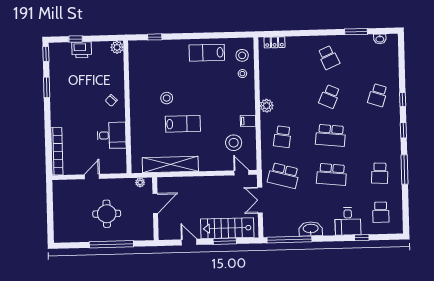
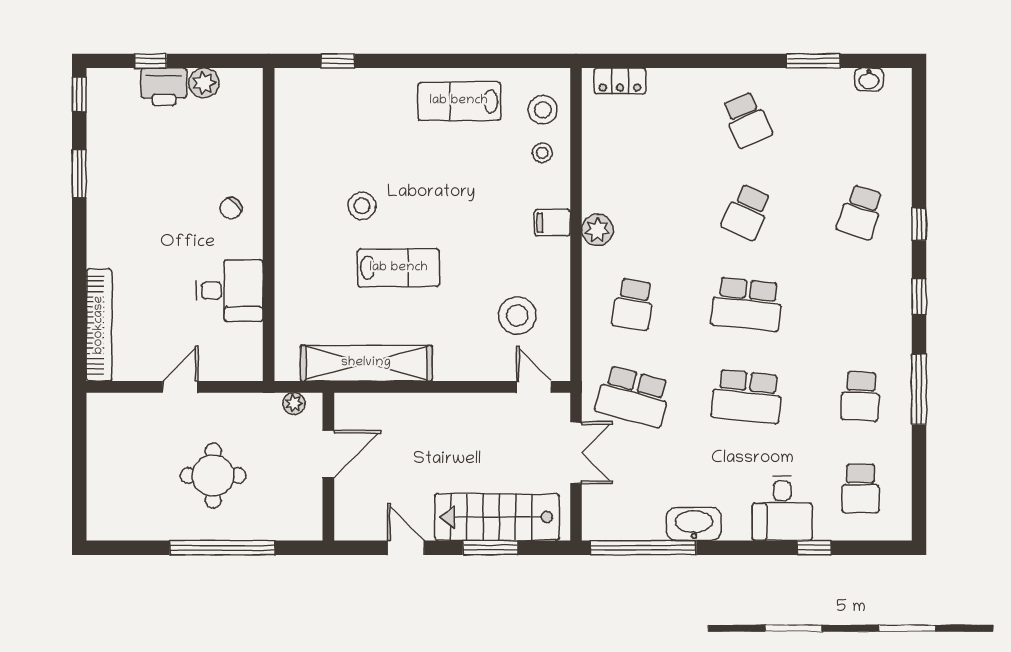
plant: (117, 47) -> (204, 83), moved
filing cabinet: (248, 121) -> (552, 223), moved
double door: (260, 200) -> (576, 453), swing flipped

